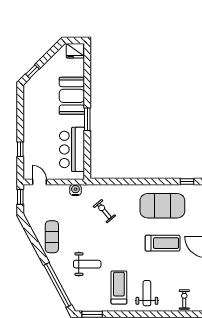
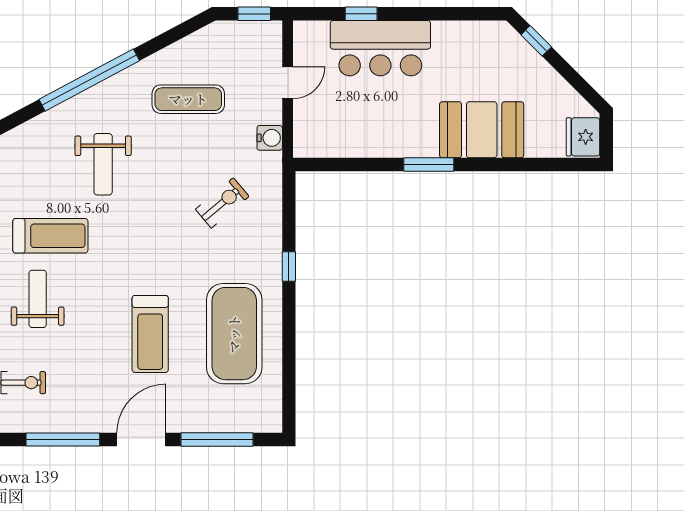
bar counter: (72, 149) -> (380, 48), moved, turned 180
window: (187, 181) -> (289, 267), moved
door: (39, 182) -> (288, 83), moved
exercise mat: (52, 237) -> (188, 99), moved
window: (58, 285) -> (89, 80), moved
weight bench: (147, 293) -> (38, 299), turned -90

